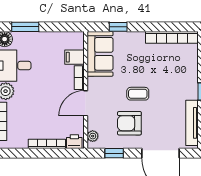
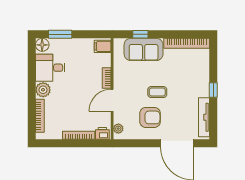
sofa: (100, 54) -> (144, 49), moved, turned 90
filing cabinet: (74, 57) -> (103, 46), moved
armchair: (129, 123) -> (150, 117), turned 180
window: (114, 153) -> (137, 143), removed

